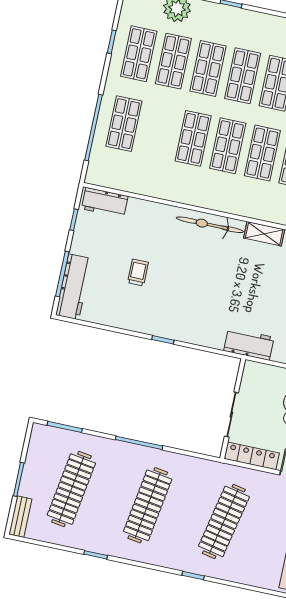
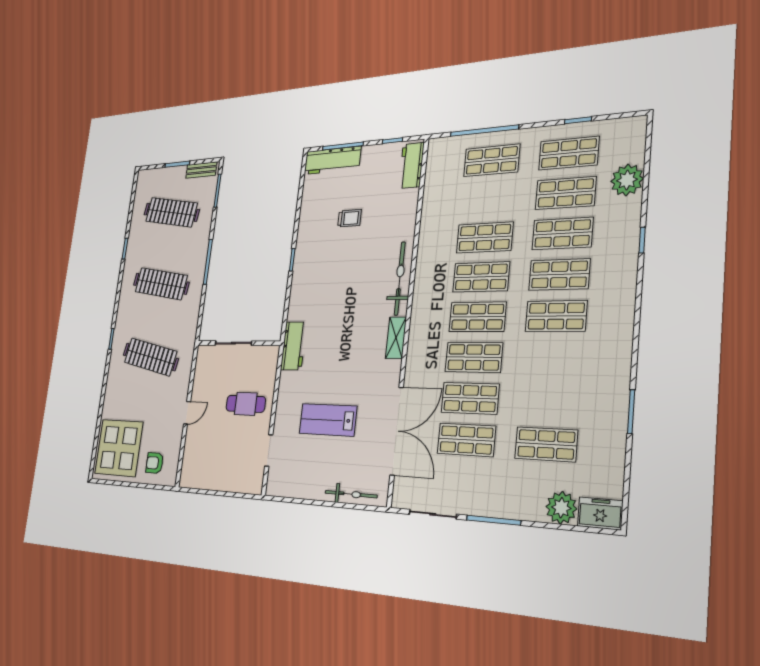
locker: (252, 456) -> (201, 371), removed
bench: (20, 517) -> (201, 170), moved

